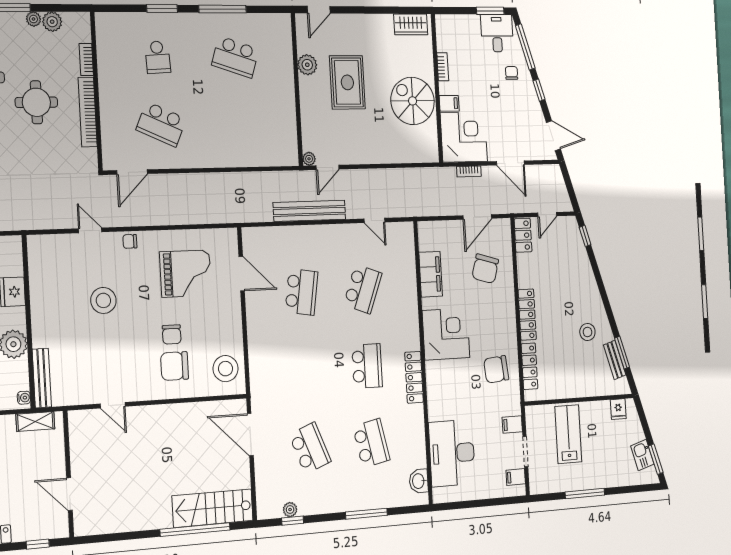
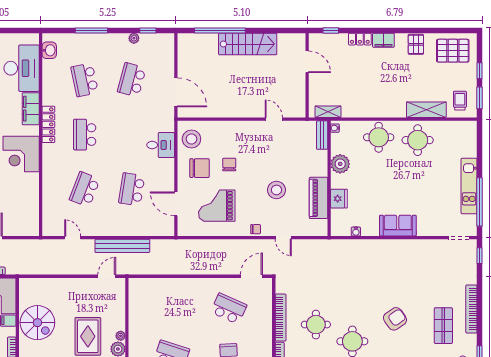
plant: (309, 159) -> (121, 336), moved
filing cabinet: (431, 274) -> (31, 109), moved
piano: (42, 291) -> (319, 198), added
desk: (267, 357) -> (161, 145), added
chair: (175, 366) -> (200, 168), moved
bench: (42, 378) -> (322, 135), width x0.73
school desk: (310, 448) -> (132, 80), turned 36
stairs: (213, 508) -> (248, 44), moved
plant: (290, 510) -> (134, 38), moved

